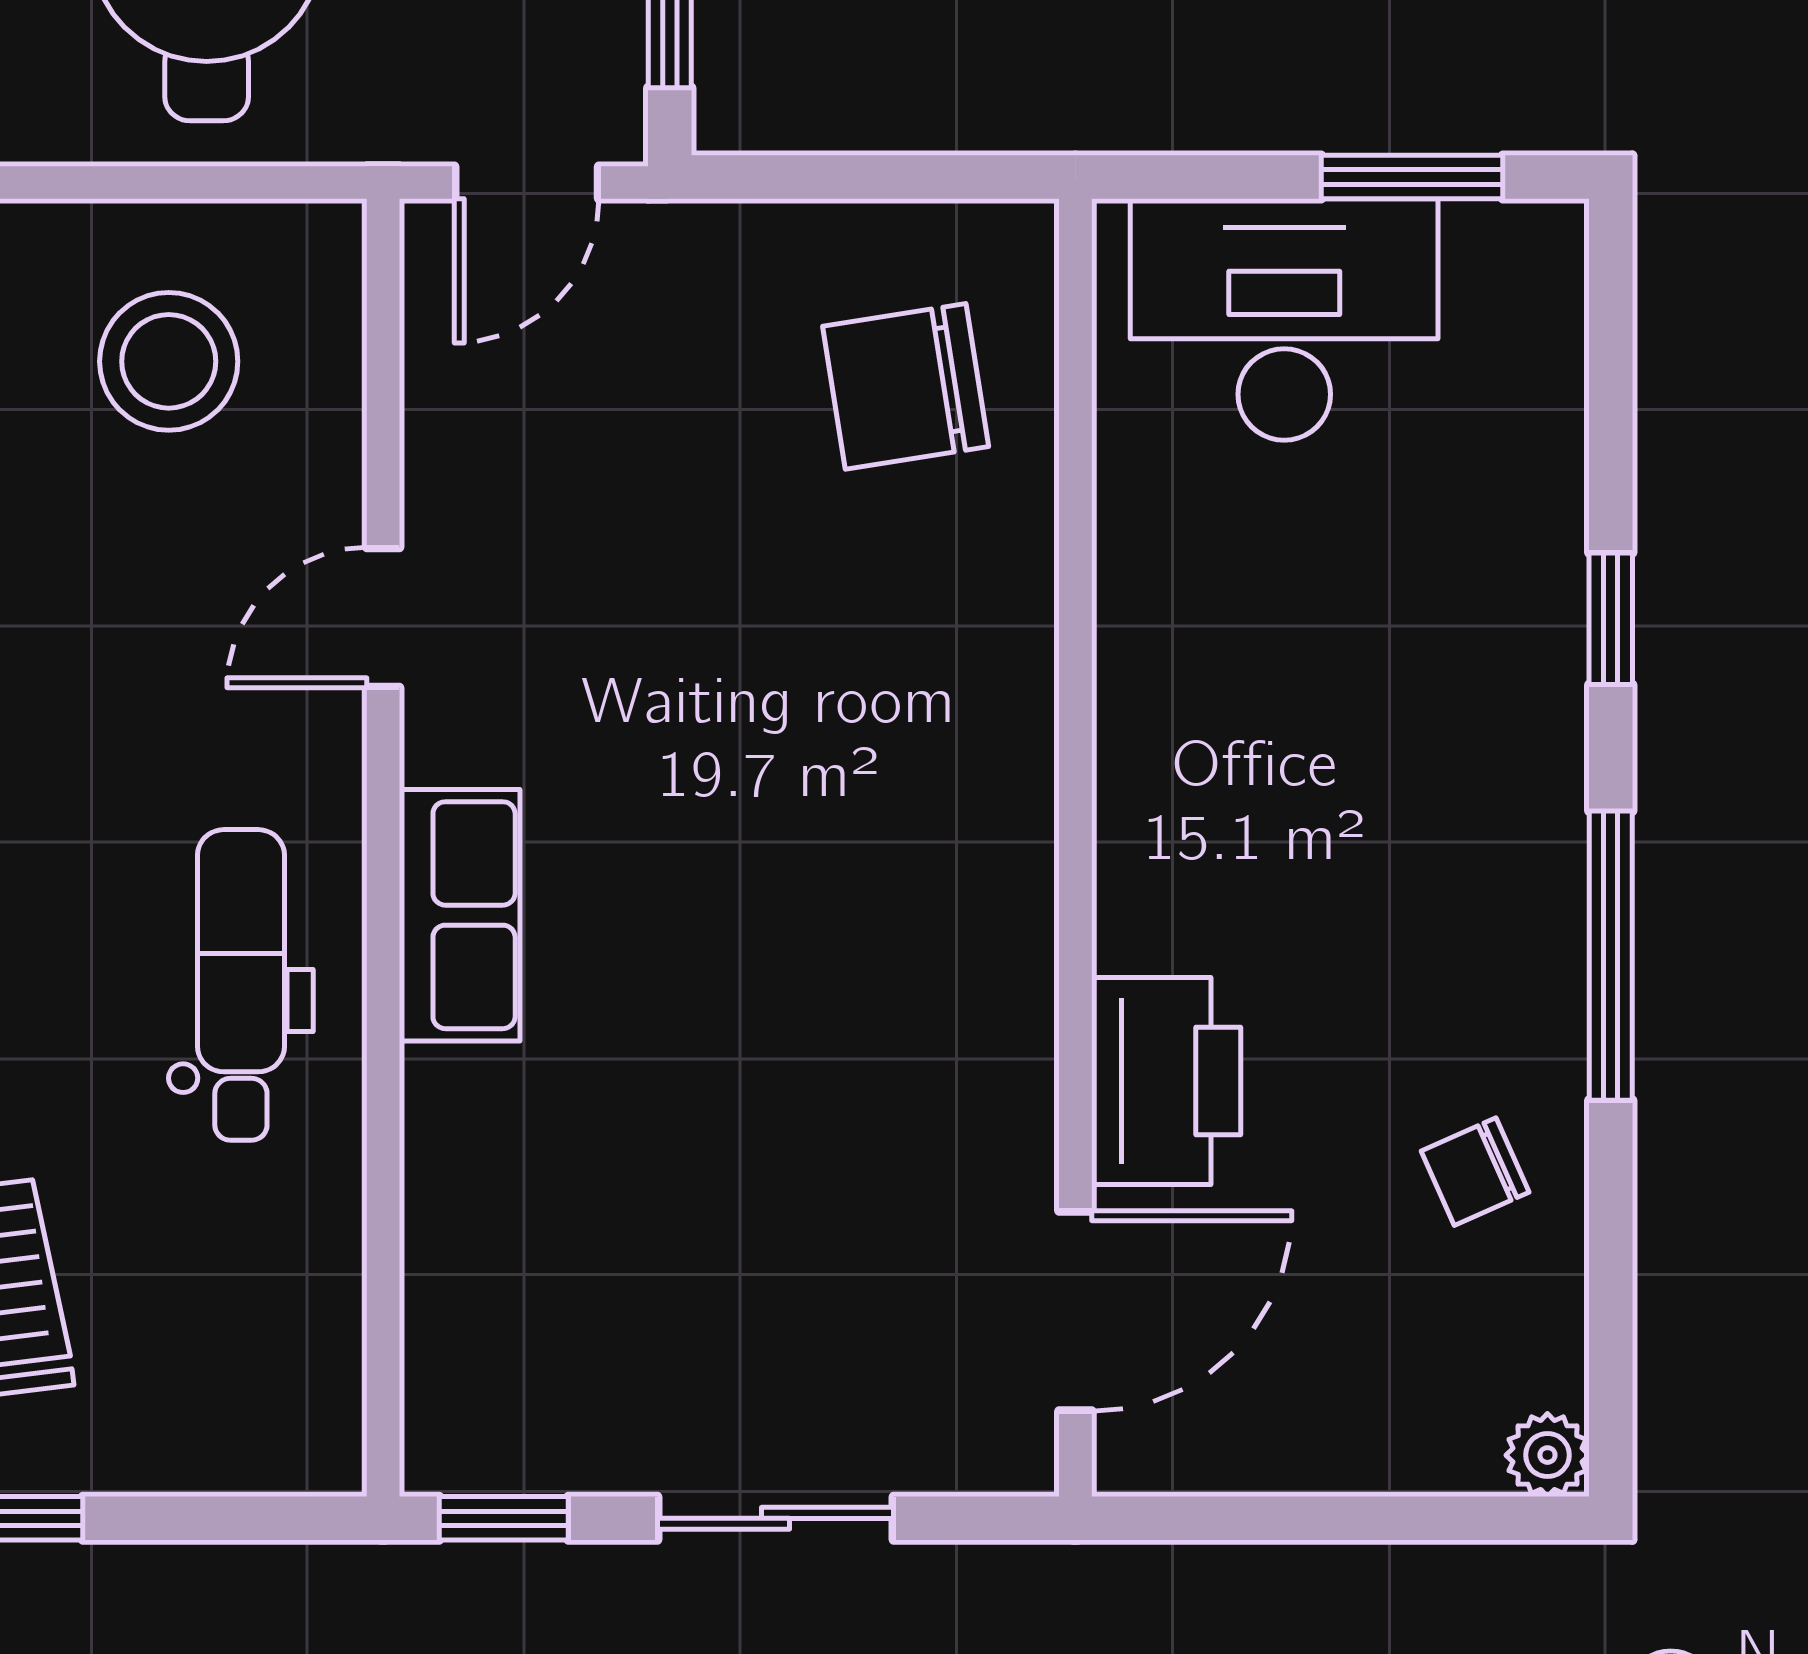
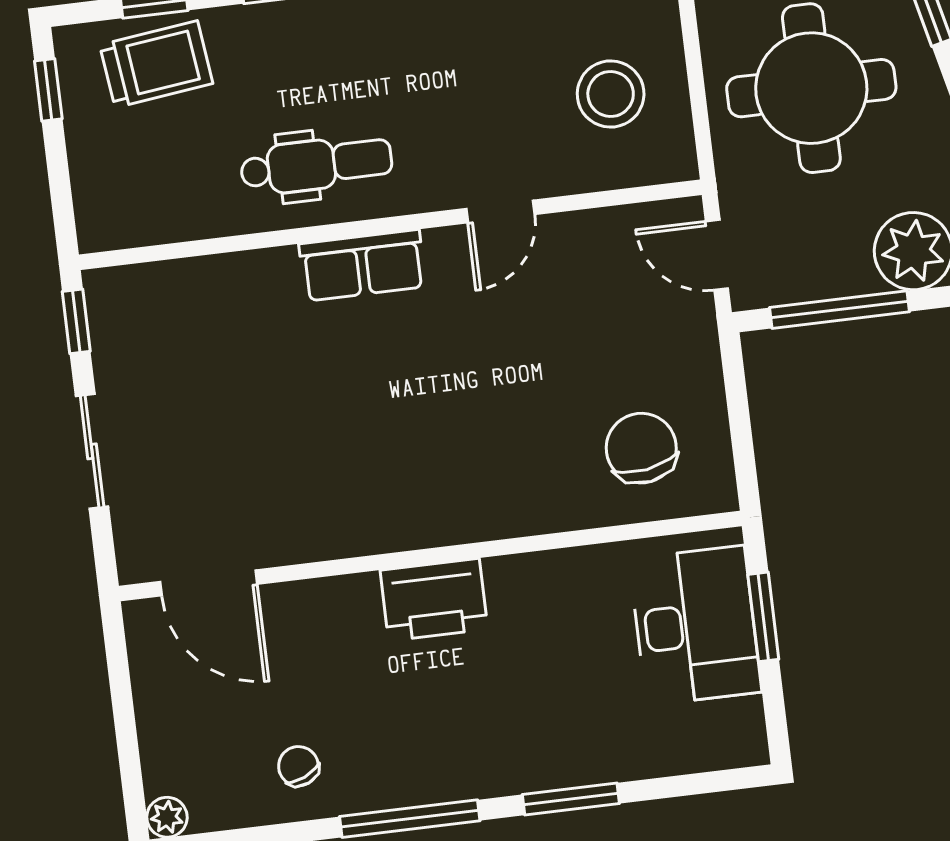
window: (1412, 177) -> (763, 617), moved
door: (383, 618) -> (500, 211), swing flipped
window: (1611, 619) -> (571, 799), width x1.50
printer: (1166, 1081) -> (434, 600), moved

